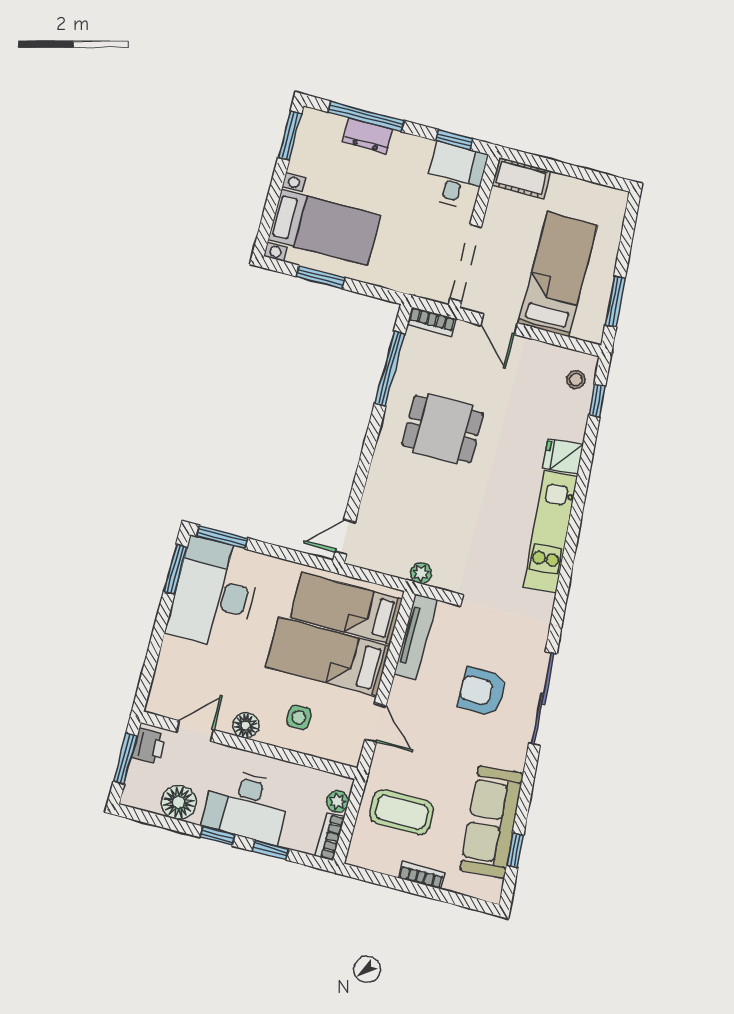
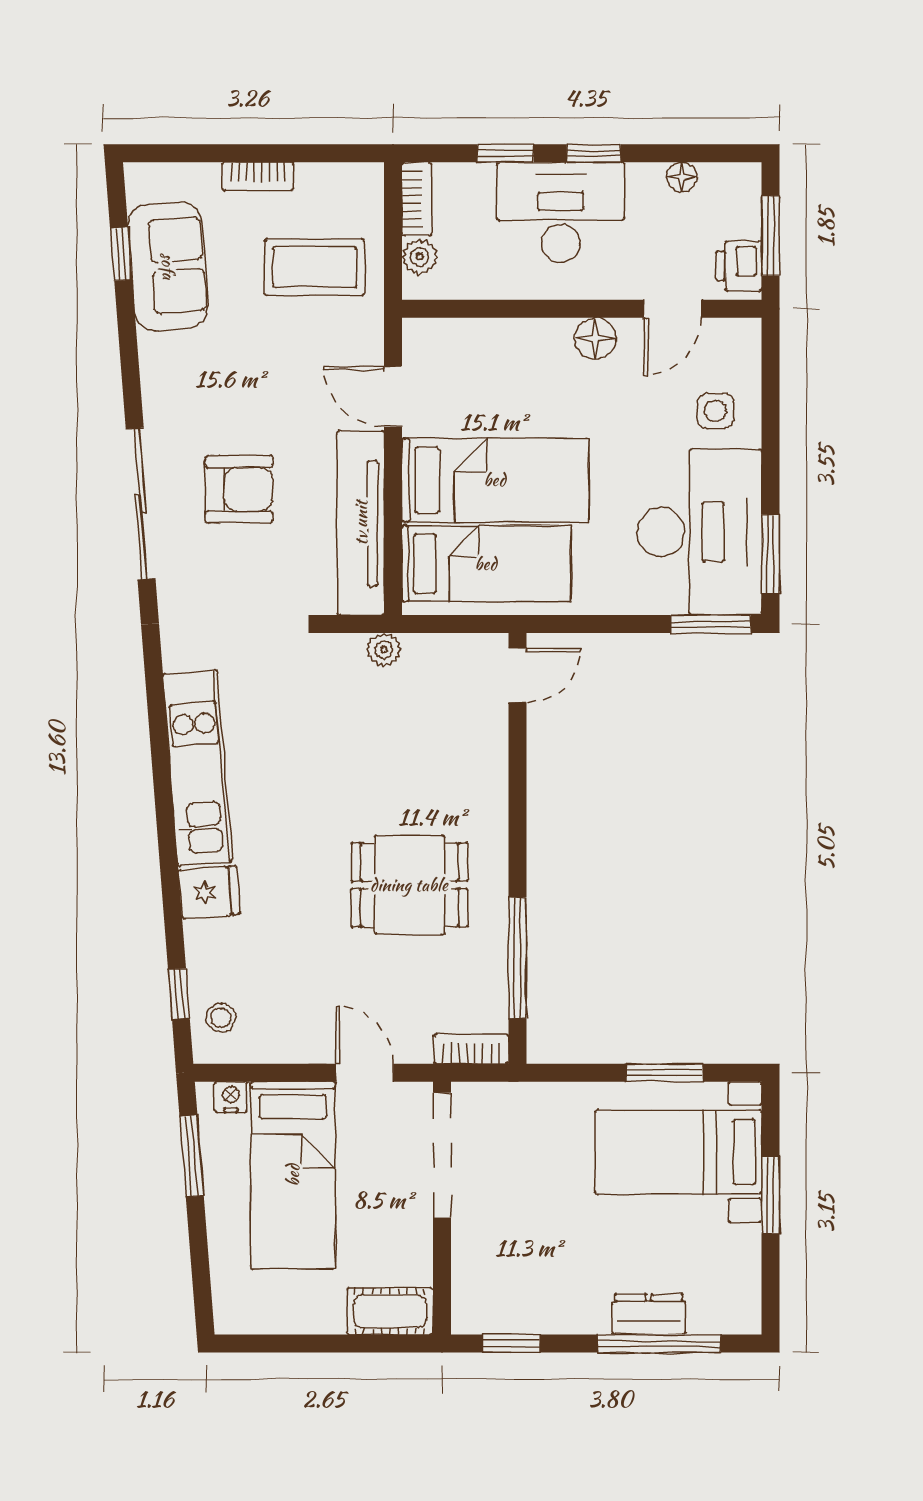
window: (290, 136) -> (771, 1195), moved
desk: (455, 176) -> (494, 1288), removed
nightstand: (582, 331) -> (231, 1097), added
tv unit: (415, 637) -> (361, 523), width x1.36, depth x1.29
side table: (299, 717) -> (715, 411), moved
floor lamp: (179, 802) -> (682, 177), width x0.53, depth x0.53
sofa: (492, 822) -> (168, 266), width x0.73

